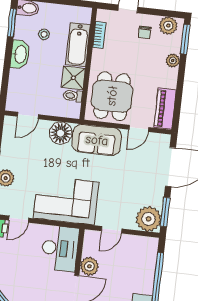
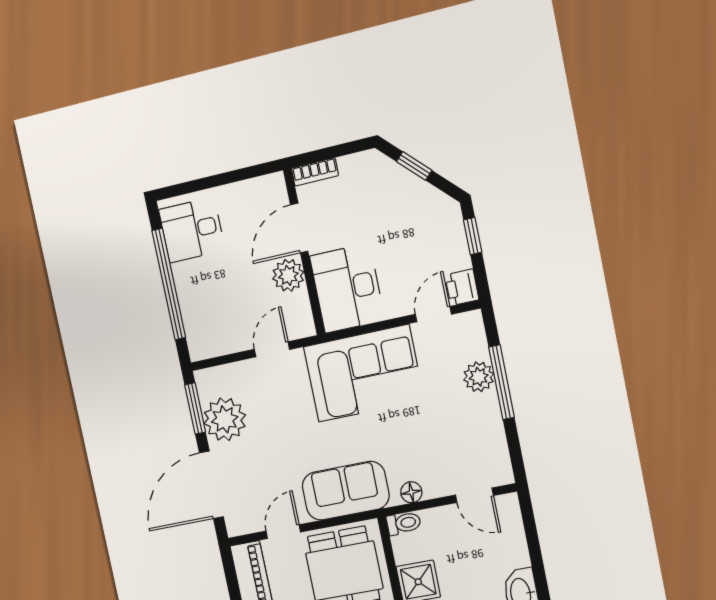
toilet: (73, 96) -> (404, 523), moved
door: (28, 116) -> (474, 495), swing flipped
floor lamp: (61, 133) -> (411, 492), width x0.53, depth x0.53
plant: (149, 219) -> (225, 419), moved

